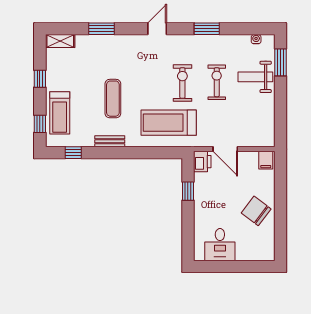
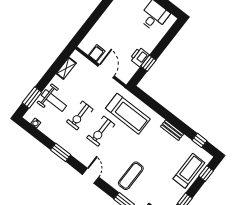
door: (157, 29) -> (91, 176), swing flipped
exercise mat: (113, 99) -> (131, 176), moved
shelving: (269, 120) -> (66, 68), added
filing cabinet: (266, 160) -> (97, 53), moved
printer: (202, 162) -> (139, 57), moved
chair: (256, 211) -> (116, 19), removed

